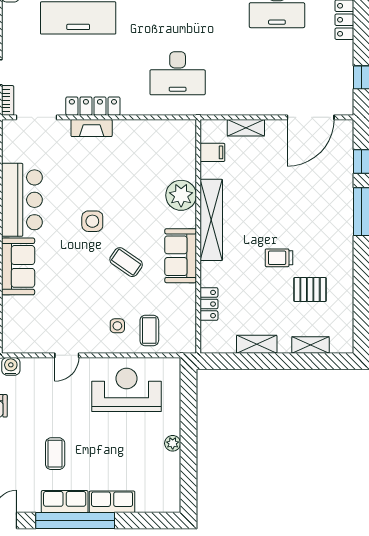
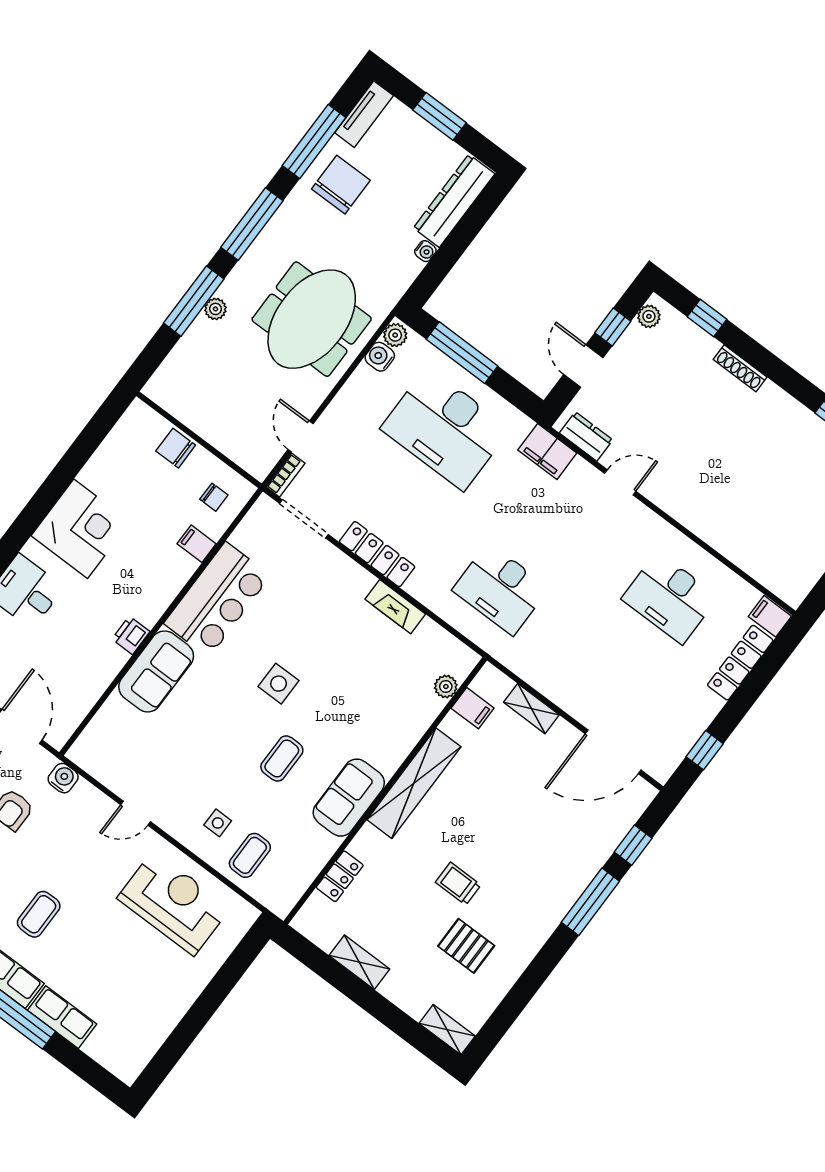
fireplace: (92, 128) -> (395, 607), moved
plant: (181, 195) -> (446, 687), moved, width x0.53, depth x0.53
coffee table: (126, 262) -> (282, 758), turned 55
shelving: (310, 345) -> (447, 1030), moved
plant: (173, 443) -> (180, 1003), removed

